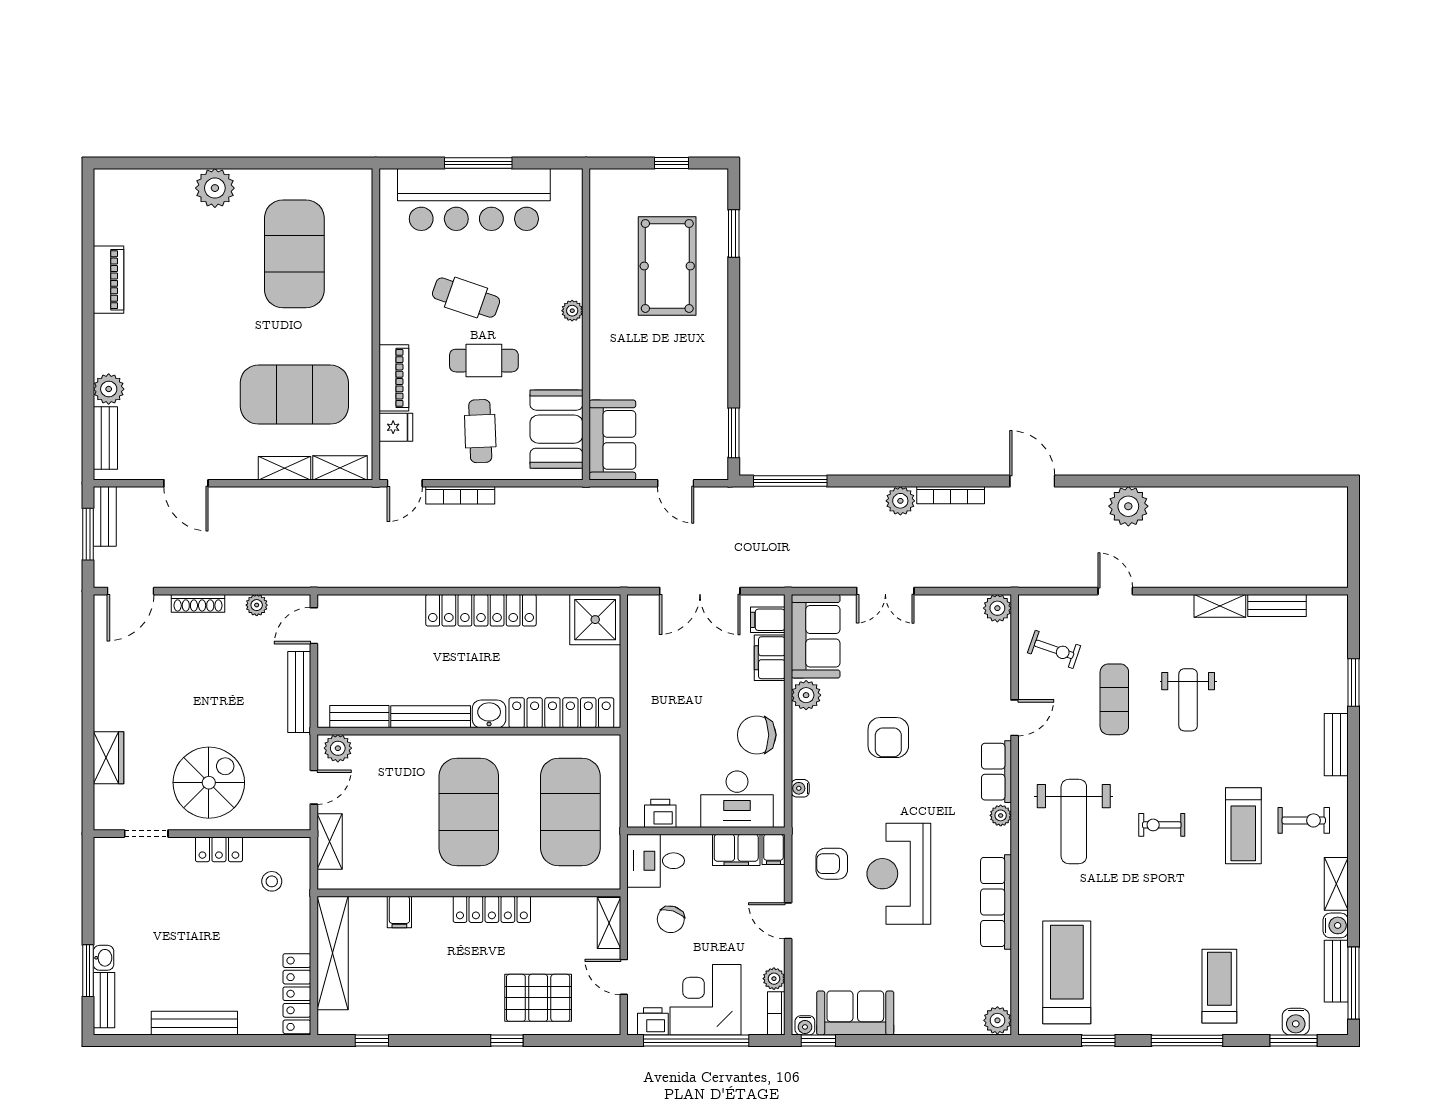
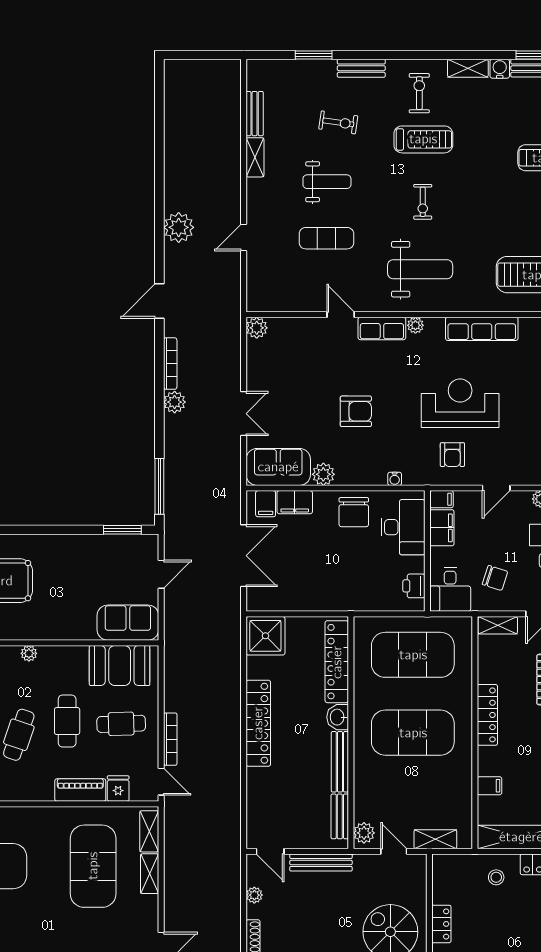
exercise bike: (1054, 649) -> (338, 122), moved, turned 79
reception desk: (899, 874) -> (460, 403), turned 180
stool: (272, 881) -> (496, 877), moved

